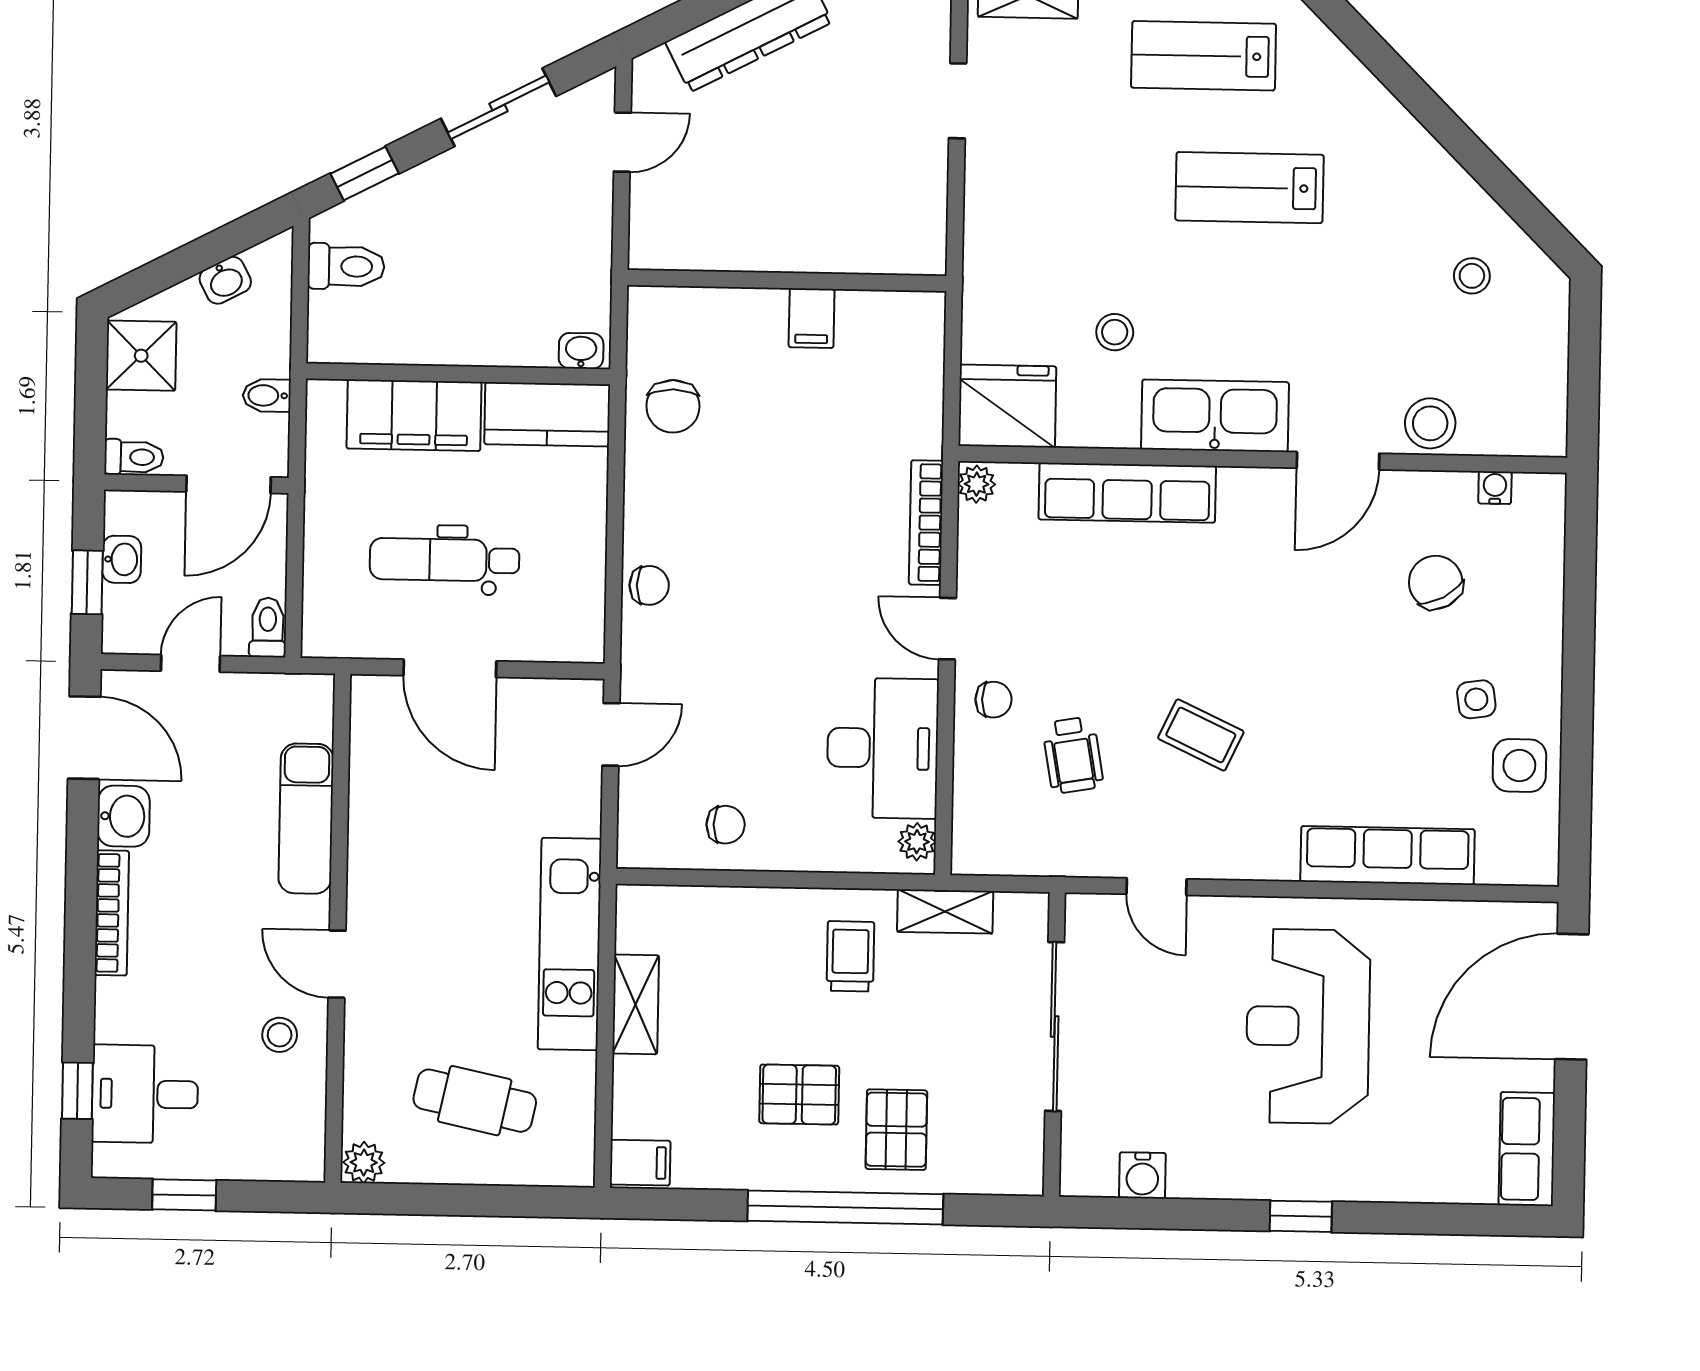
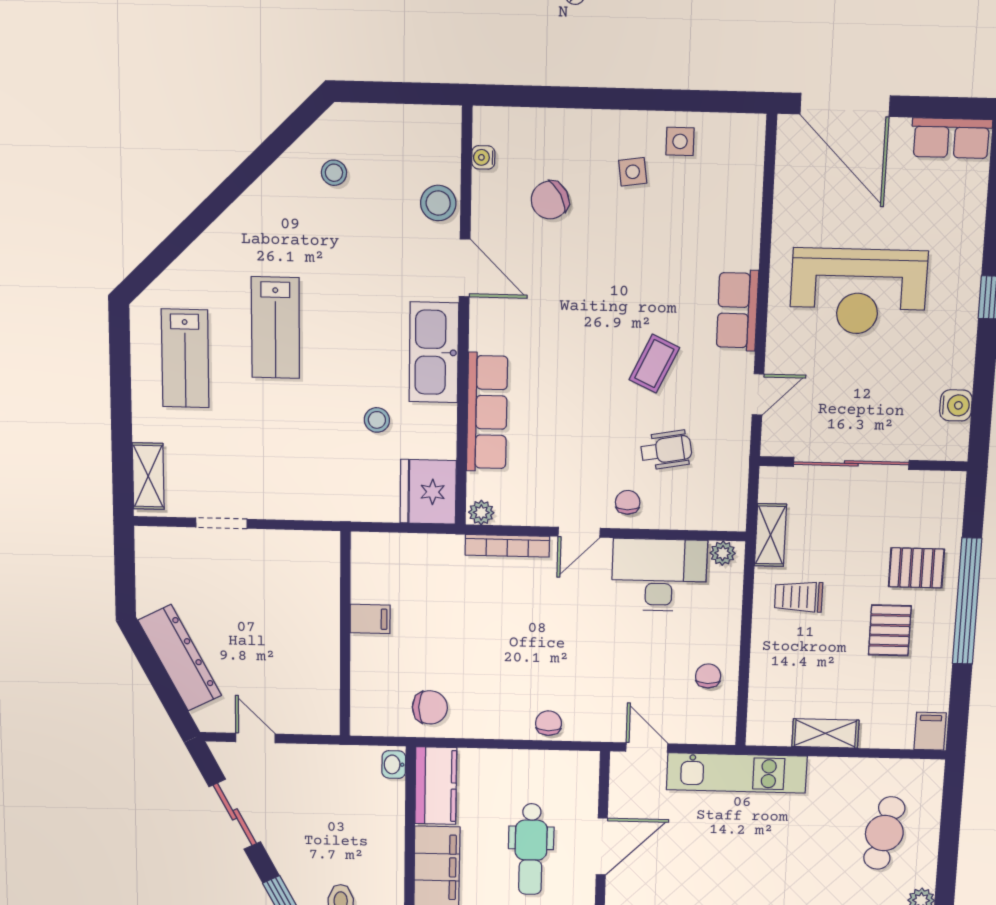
side table: (1519, 766) -> (680, 141), width x0.73, depth x0.73
row of seats: (1388, 855) -> (737, 310), moved, width x0.68
kitchen unit: (570, 944) -> (737, 773), moved

